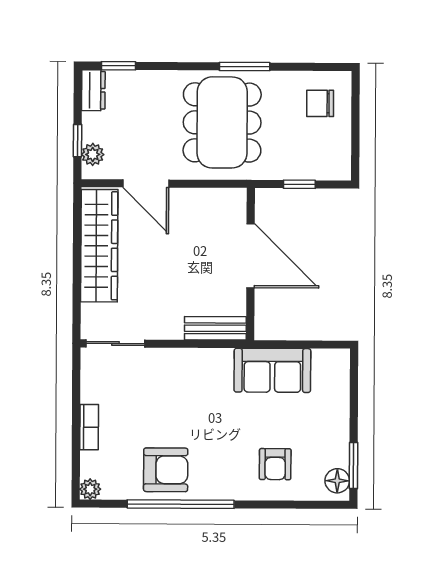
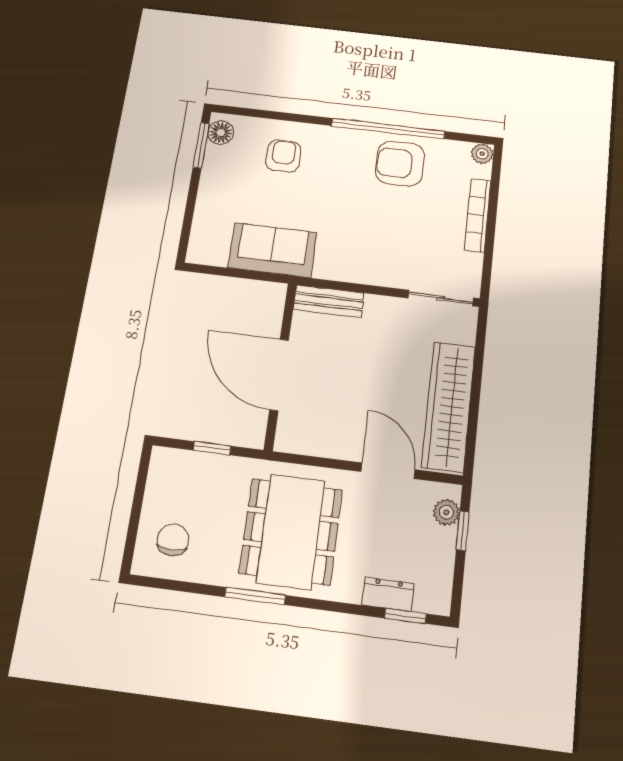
dresser: (93, 90) -> (388, 594), moved, turned 90
chair: (320, 103) -> (173, 540), turned -90
bookcase: (89, 427) -> (478, 215), width x1.56

